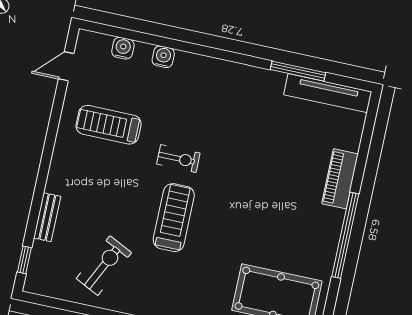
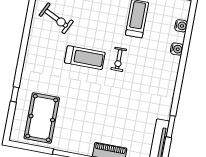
window: (298, 71) -> (171, 126), width x0.69

